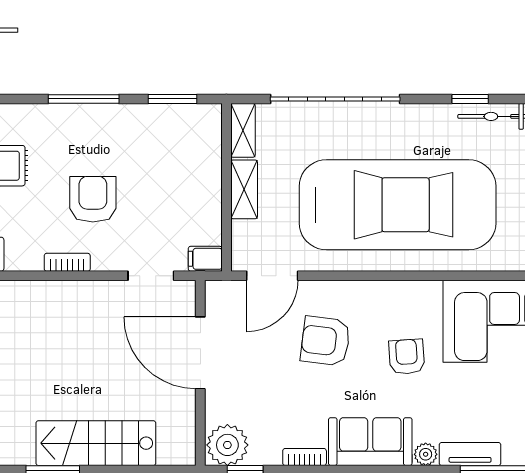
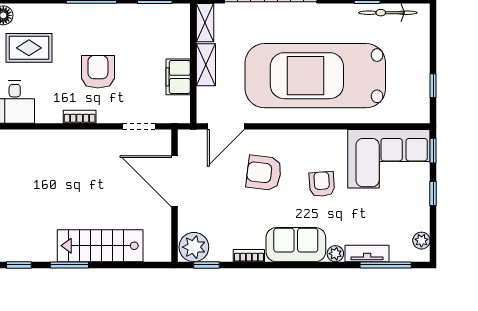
car: (398, 205) -> (315, 76), turned 180
filing cabinet: (205, 259) -> (178, 77), moved, width x2.00

